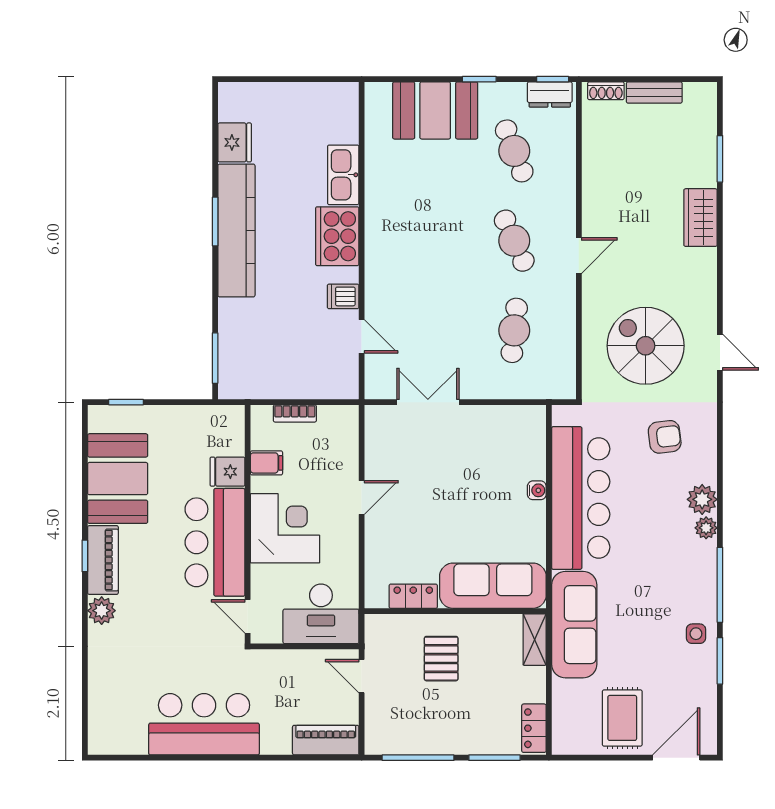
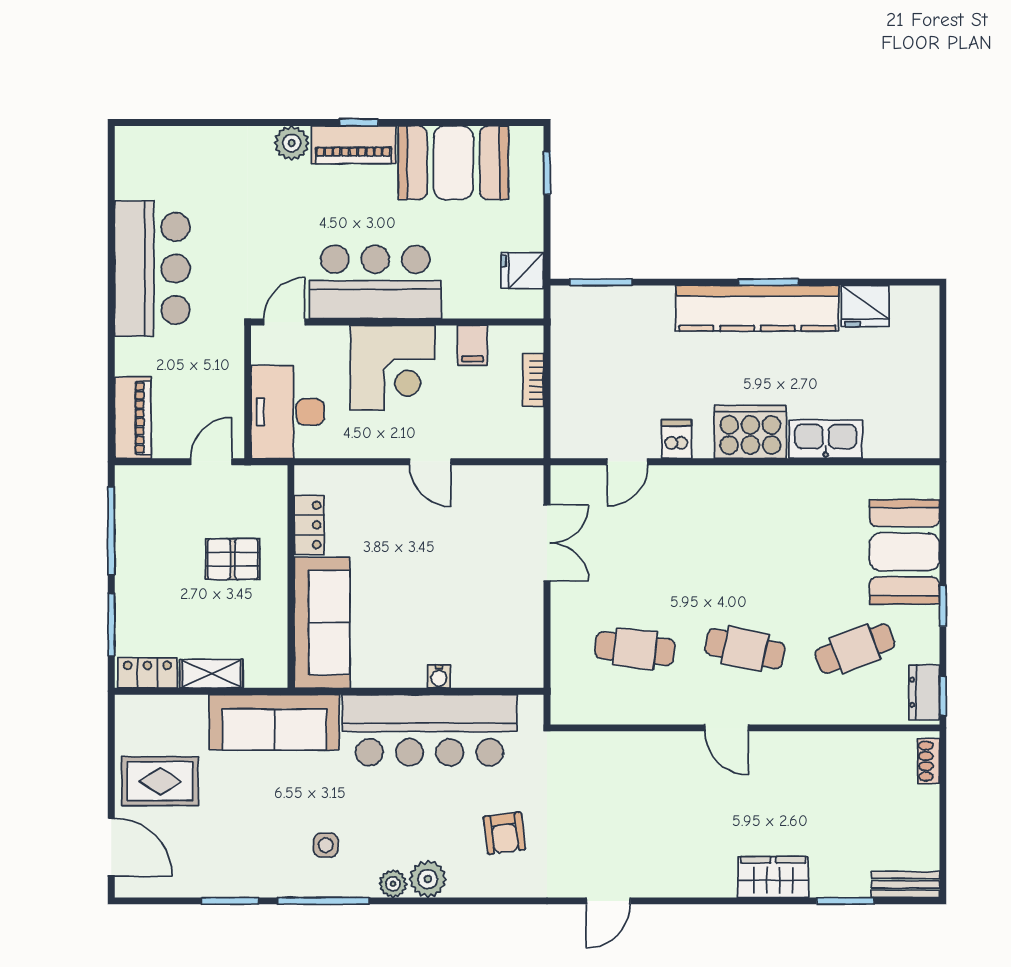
bench: (654, 93) -> (905, 884), moved, turned 90
cafe table: (514, 241) -> (745, 649), turned 36
spiral stairs: (646, 346) -> (616, 810), removed
fridge: (228, 472) -> (522, 271), moved, turned -90
side table: (696, 634) -> (326, 845), moved
shelving: (535, 640) -> (211, 674), moved

